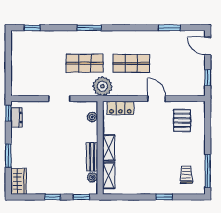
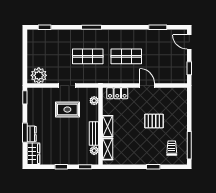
plant: (102, 86) -> (39, 75), moved
dresser: (17, 118) -> (32, 134), moved
pallet: (182, 120) -> (154, 121), moved, turned 90
rug: (60, 128) -> (67, 110), added

